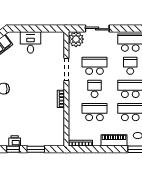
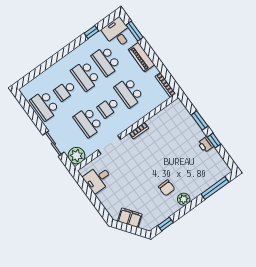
desk: (31, 42) -> (98, 179), moved

